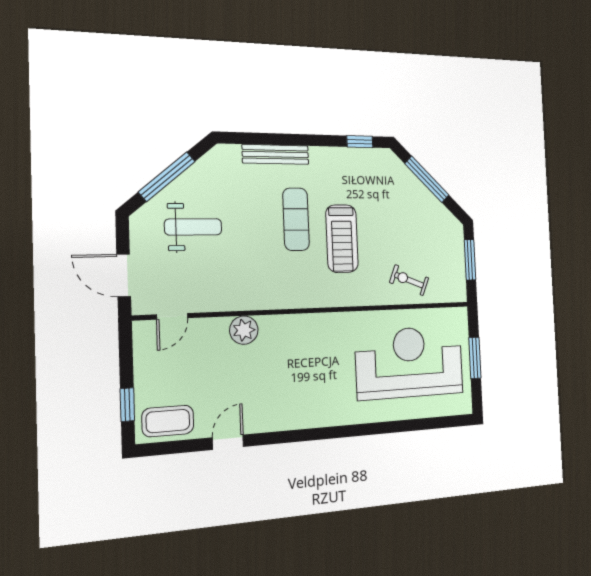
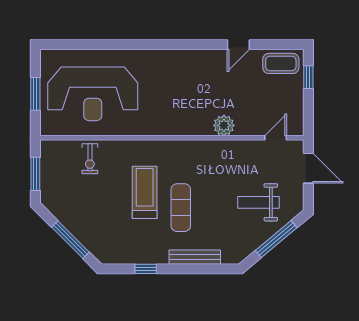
window: (360, 142) -> (146, 269), moved
exercise bike: (409, 280) -> (90, 159), turned 68

